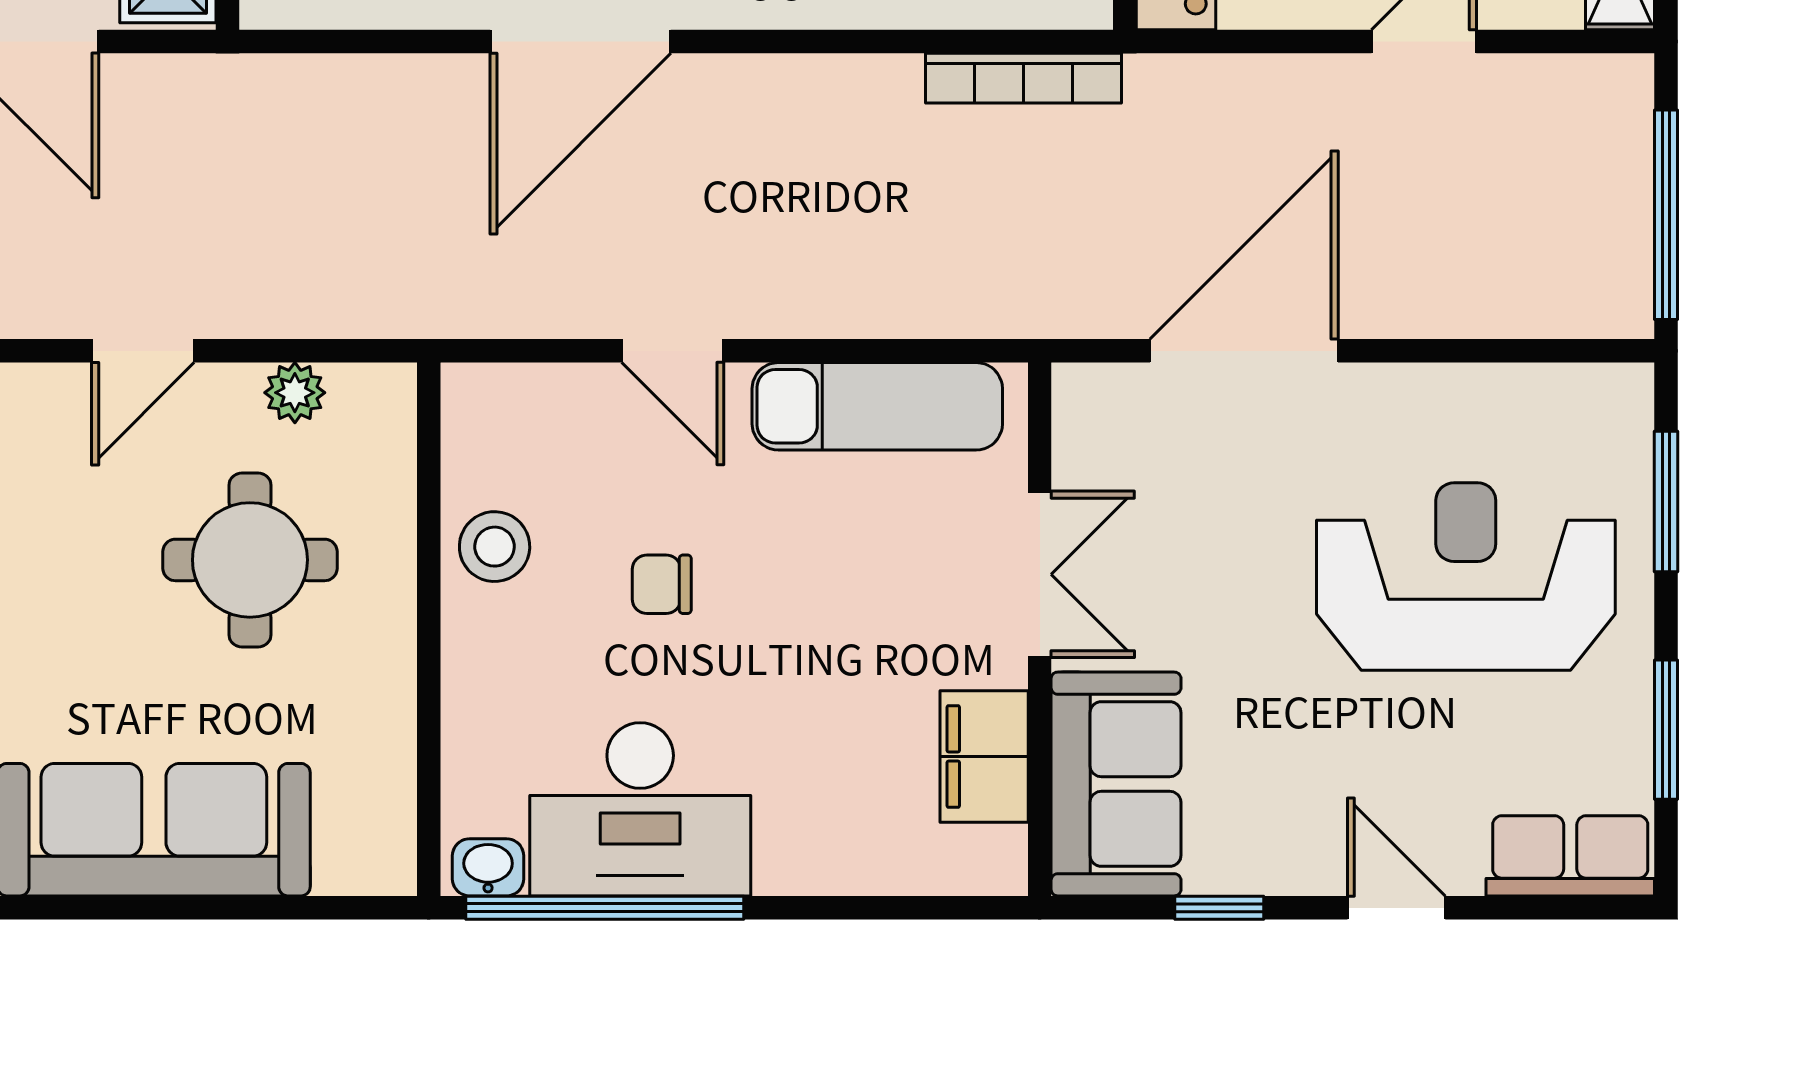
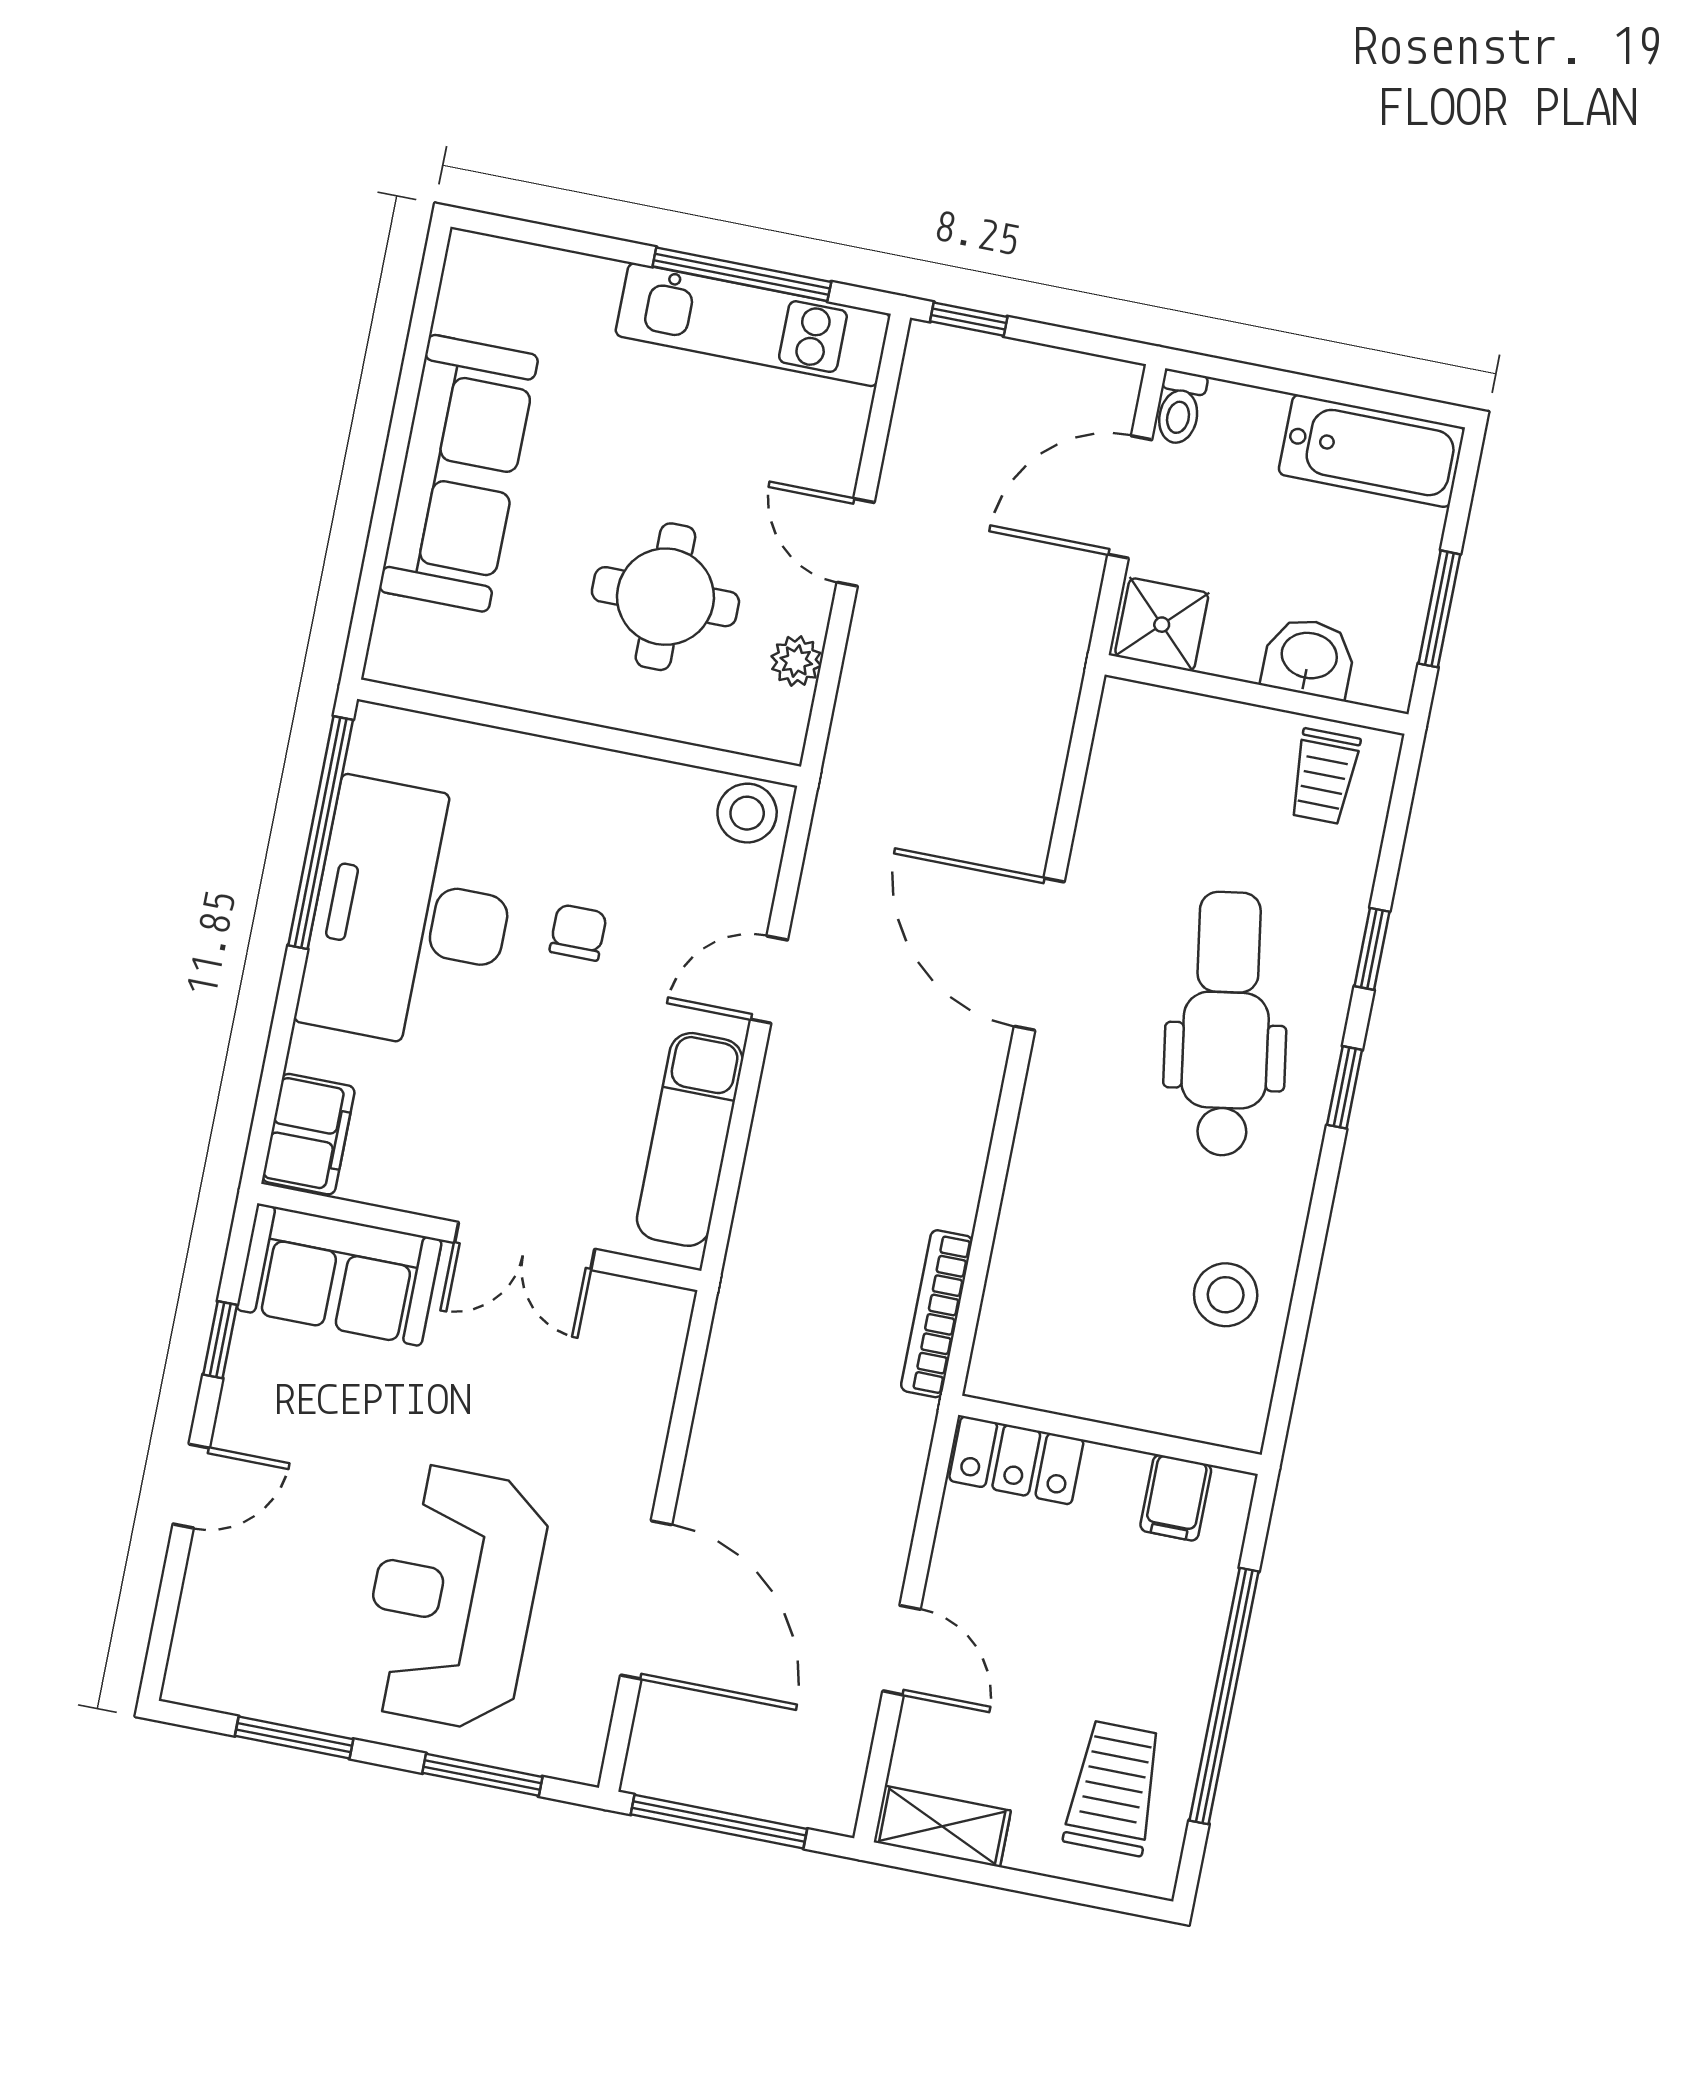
door: (1244, 351) -> (646, 1600), moved
stool: (495, 547) -> (747, 813), moved
reception desk: (1466, 577) -> (453, 1597), turned 180
filing cabinet: (984, 757) -> (309, 1134), moved, turned 90
desk: (640, 809) -> (411, 915), width x1.36, depth x1.30
row of seats: (1570, 856) -> (206, 1638), removed
washbasin: (488, 867) -> (373, 743), removed

